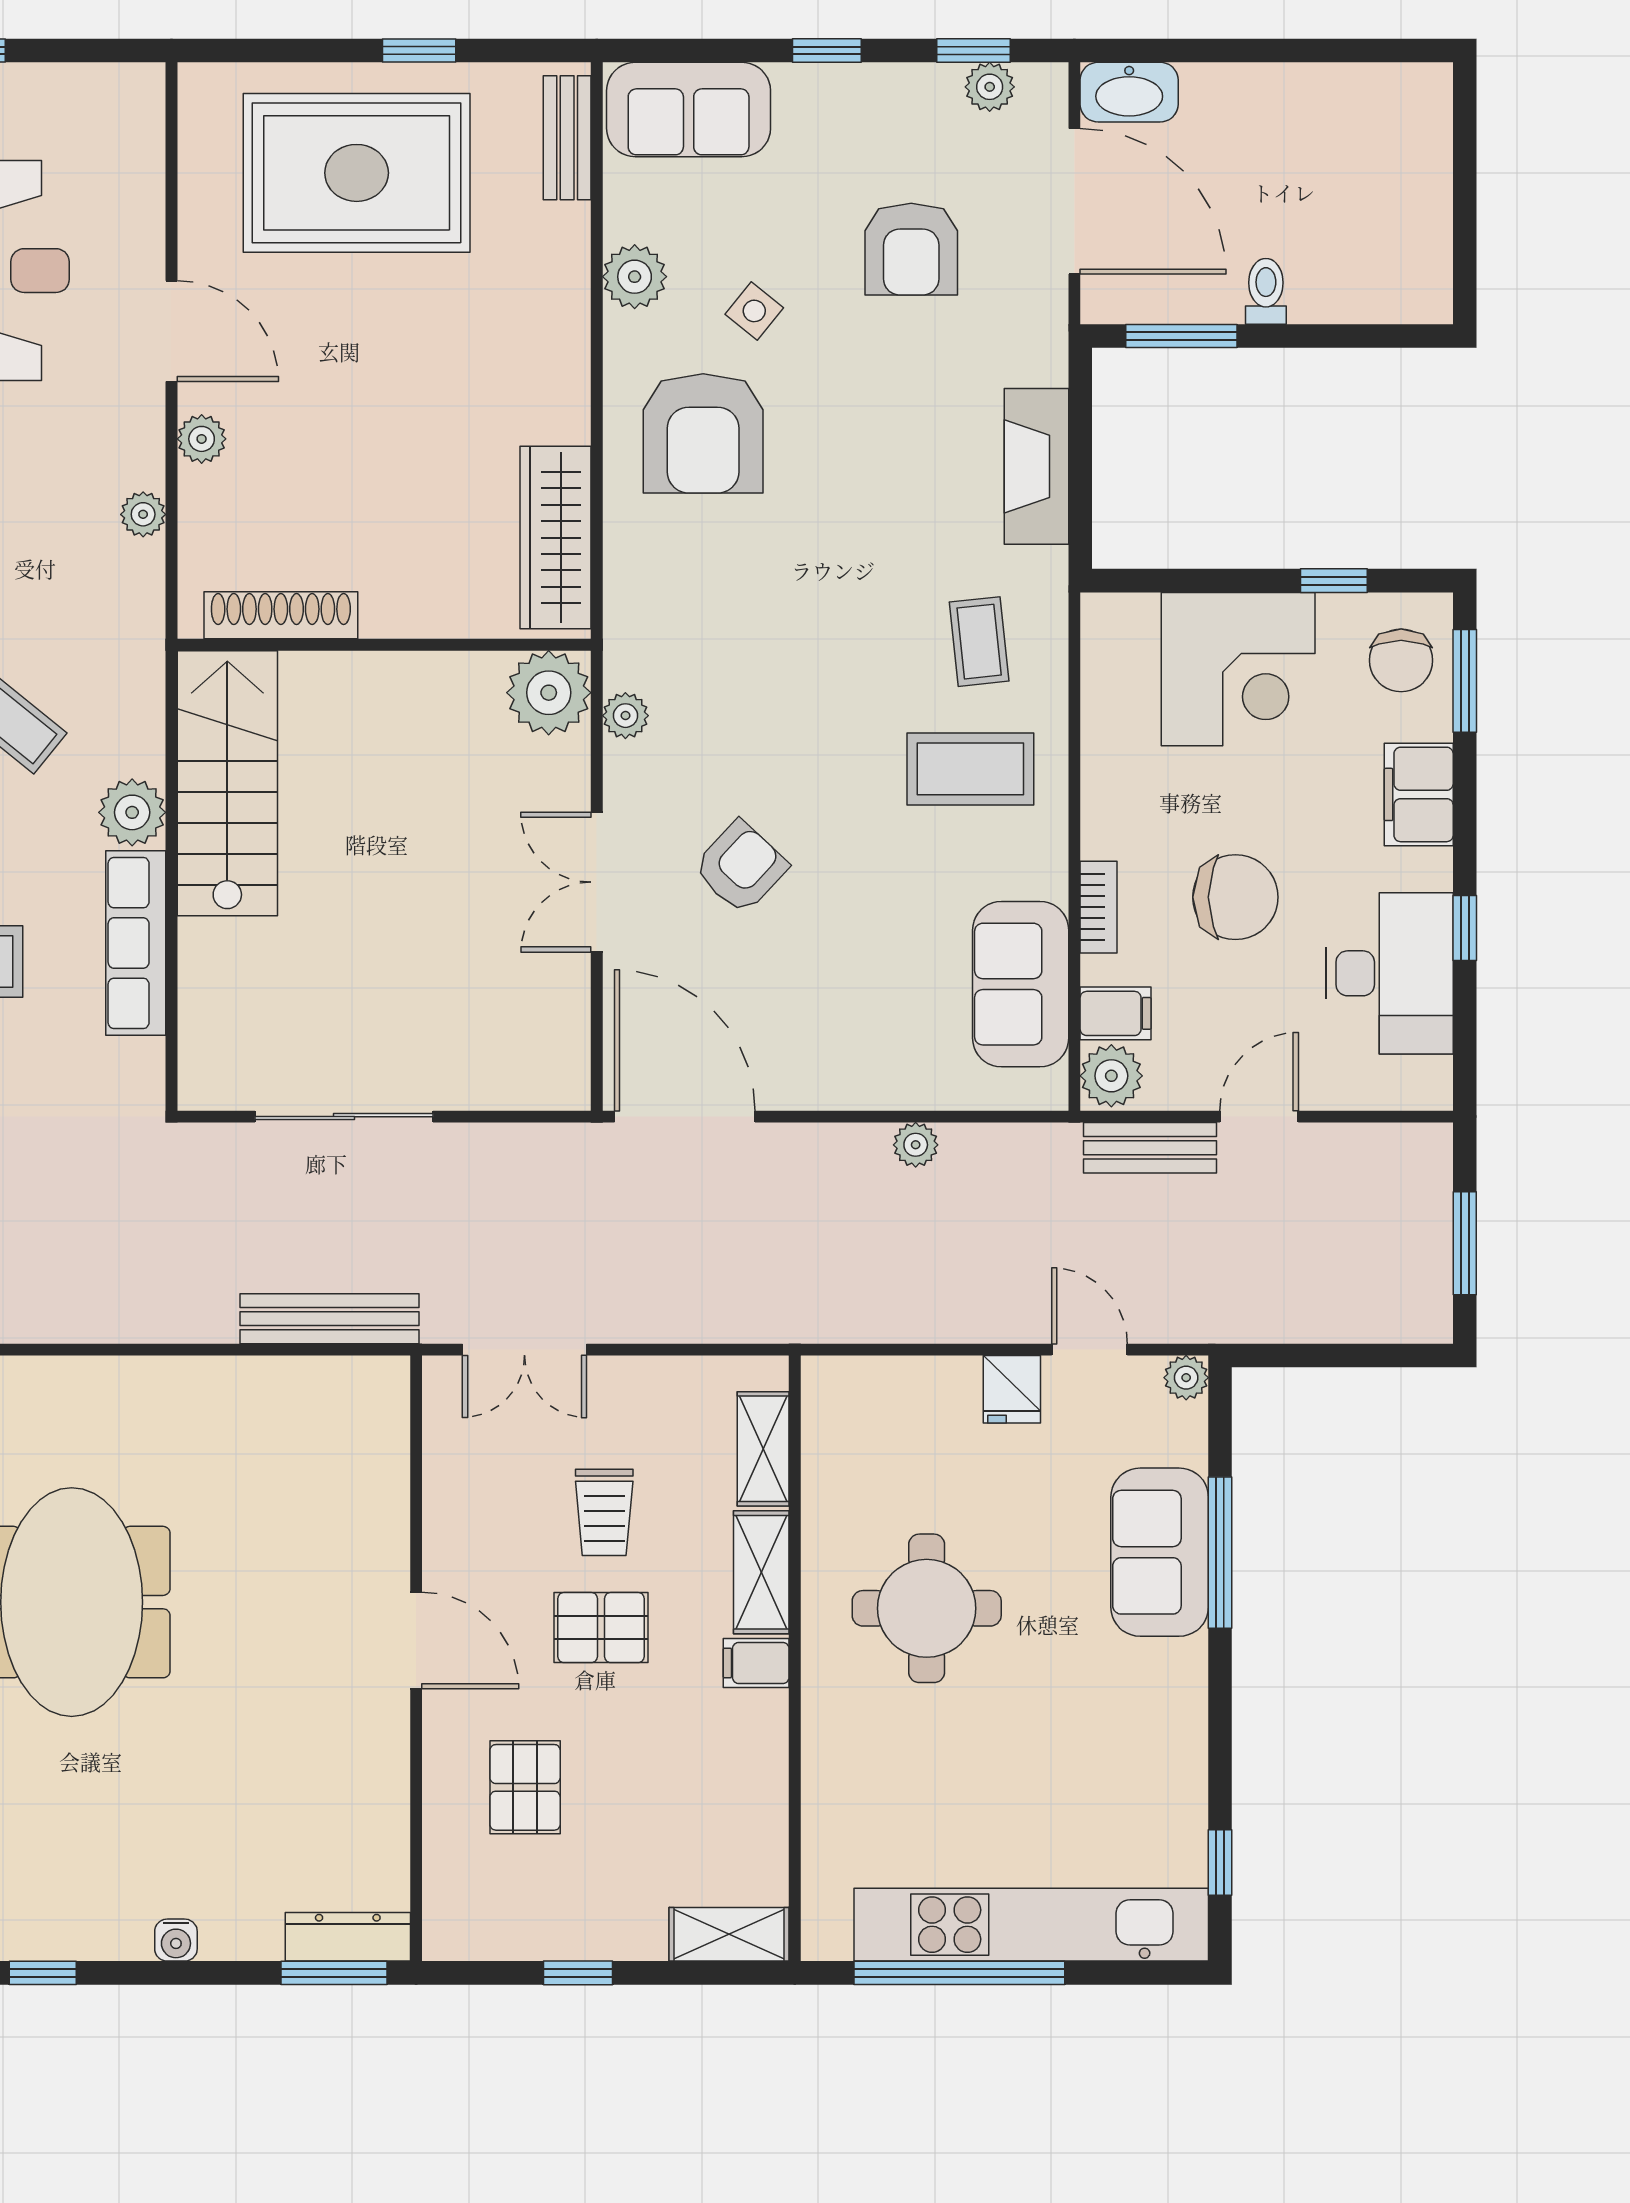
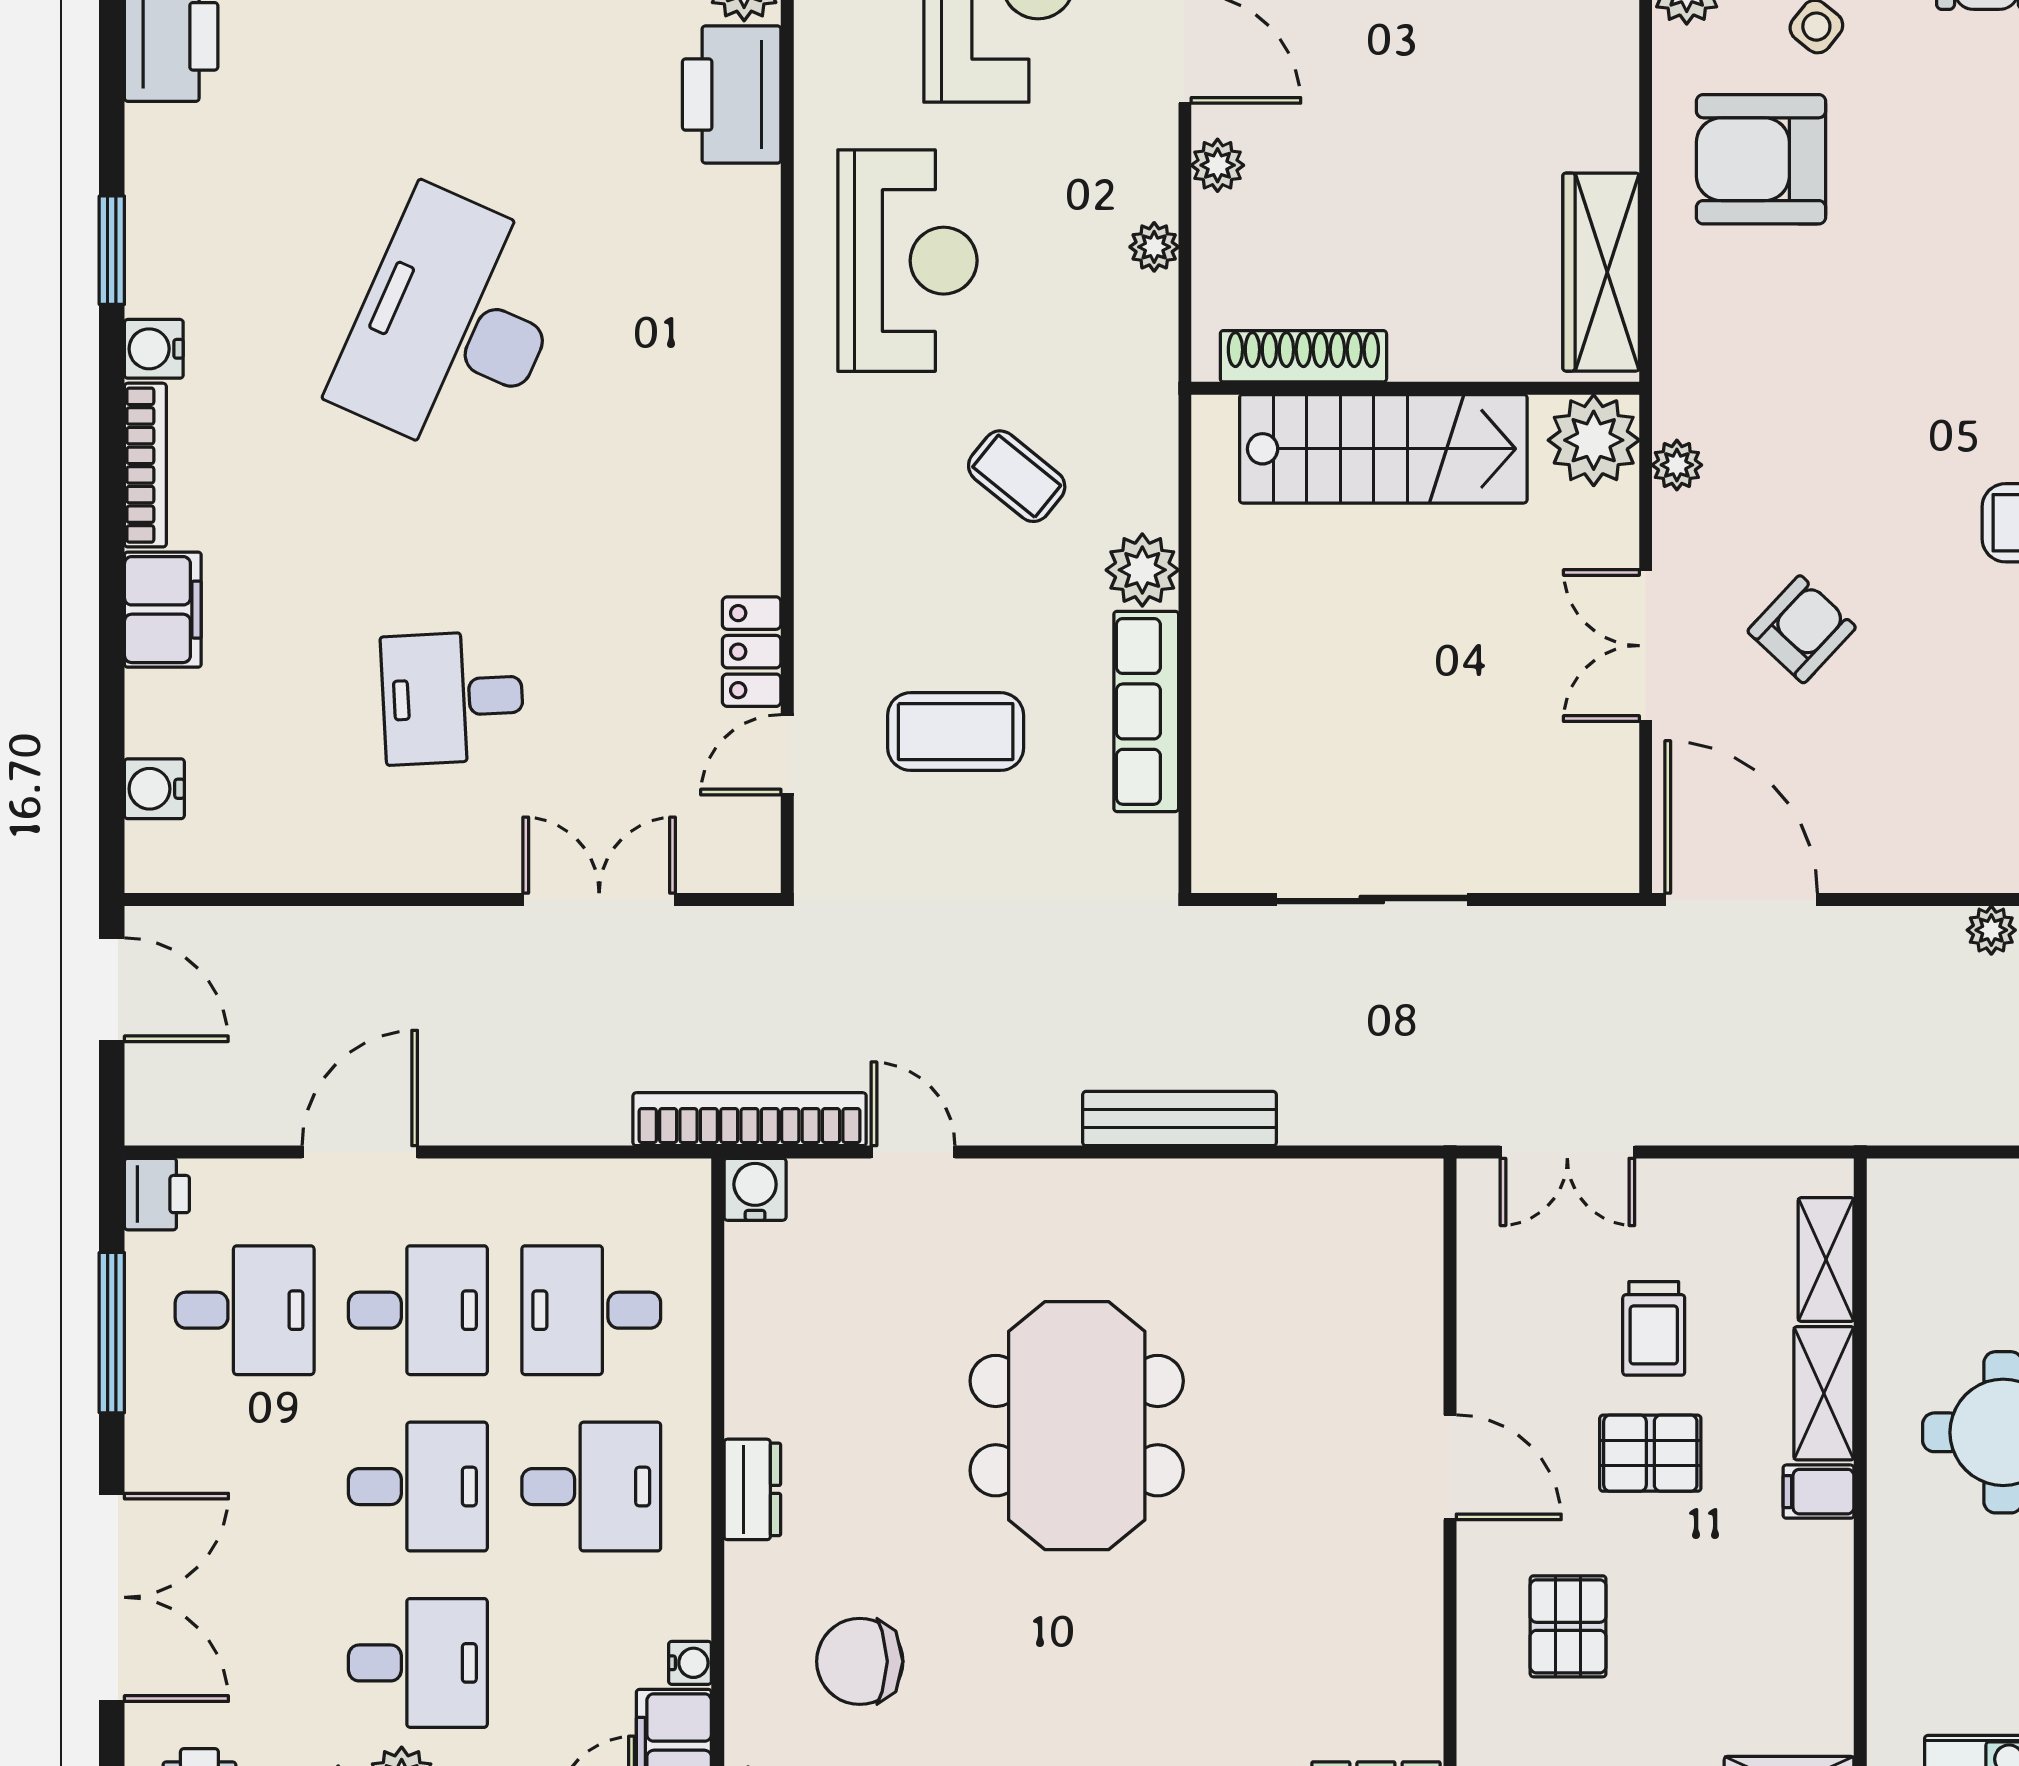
armchair: (703, 433) -> (1761, 159), turned 90
stairs: (227, 783) -> (1383, 449), moved, turned 90
bench: (329, 1319) -> (1180, 1119), moved

